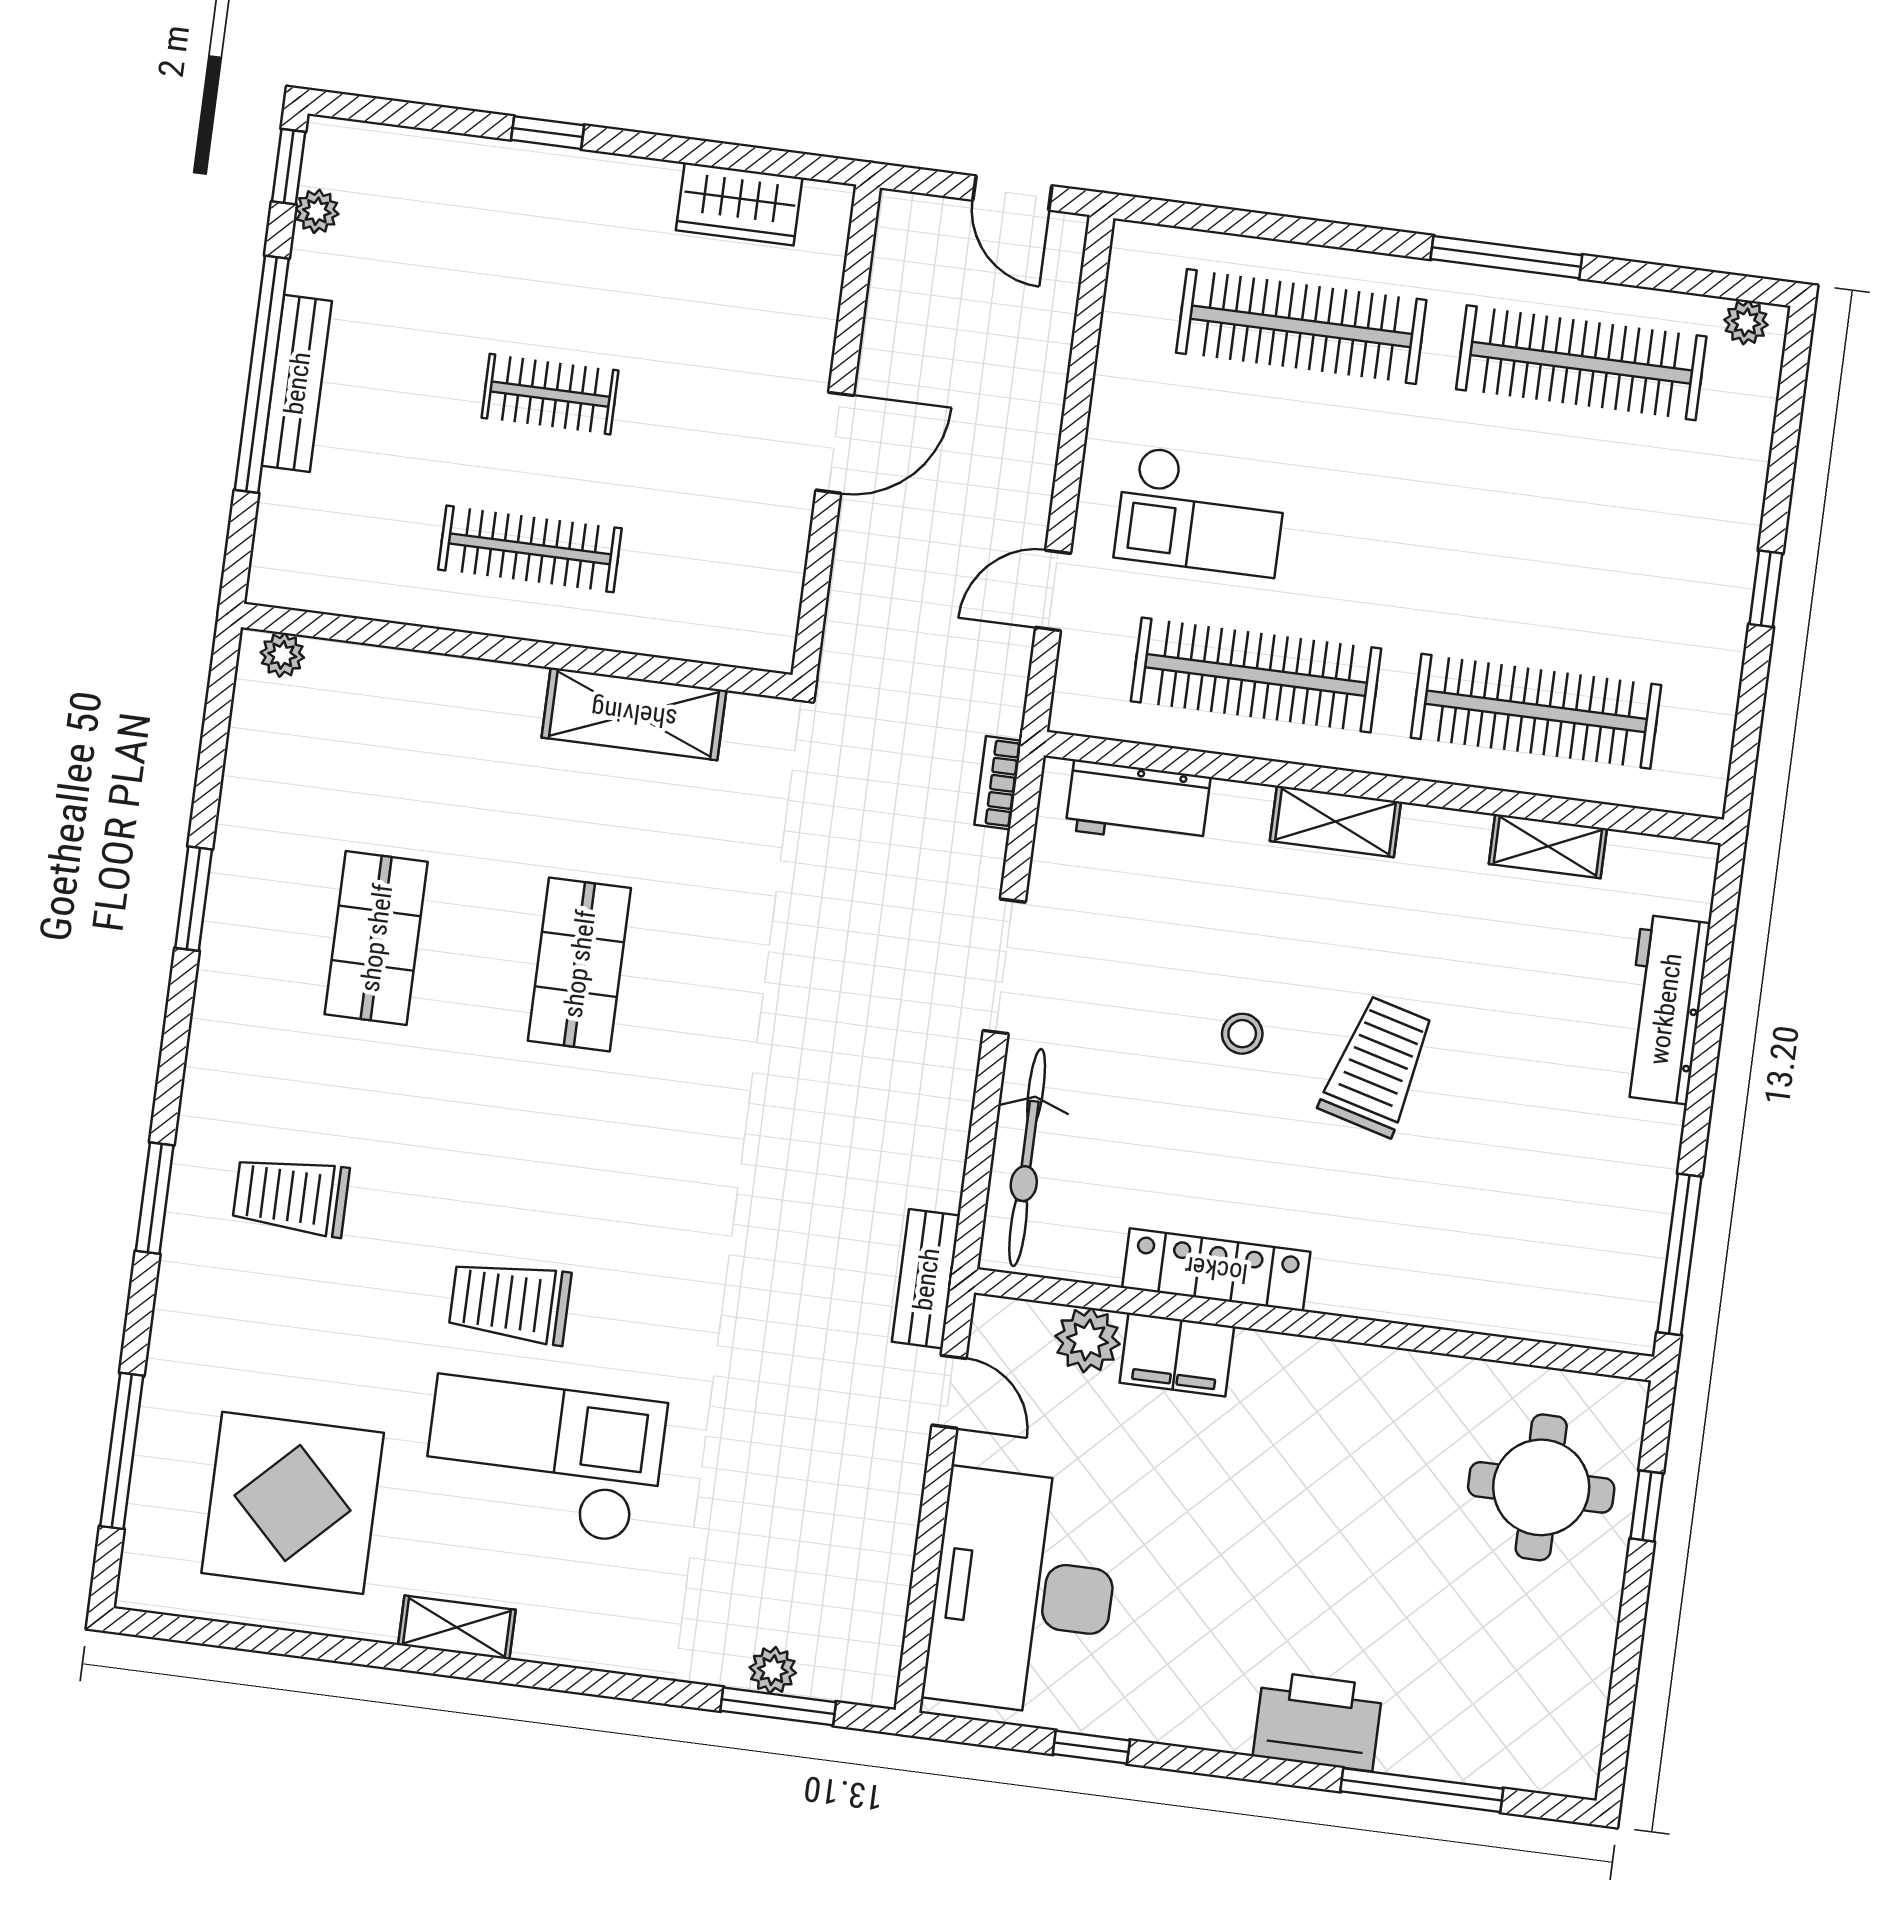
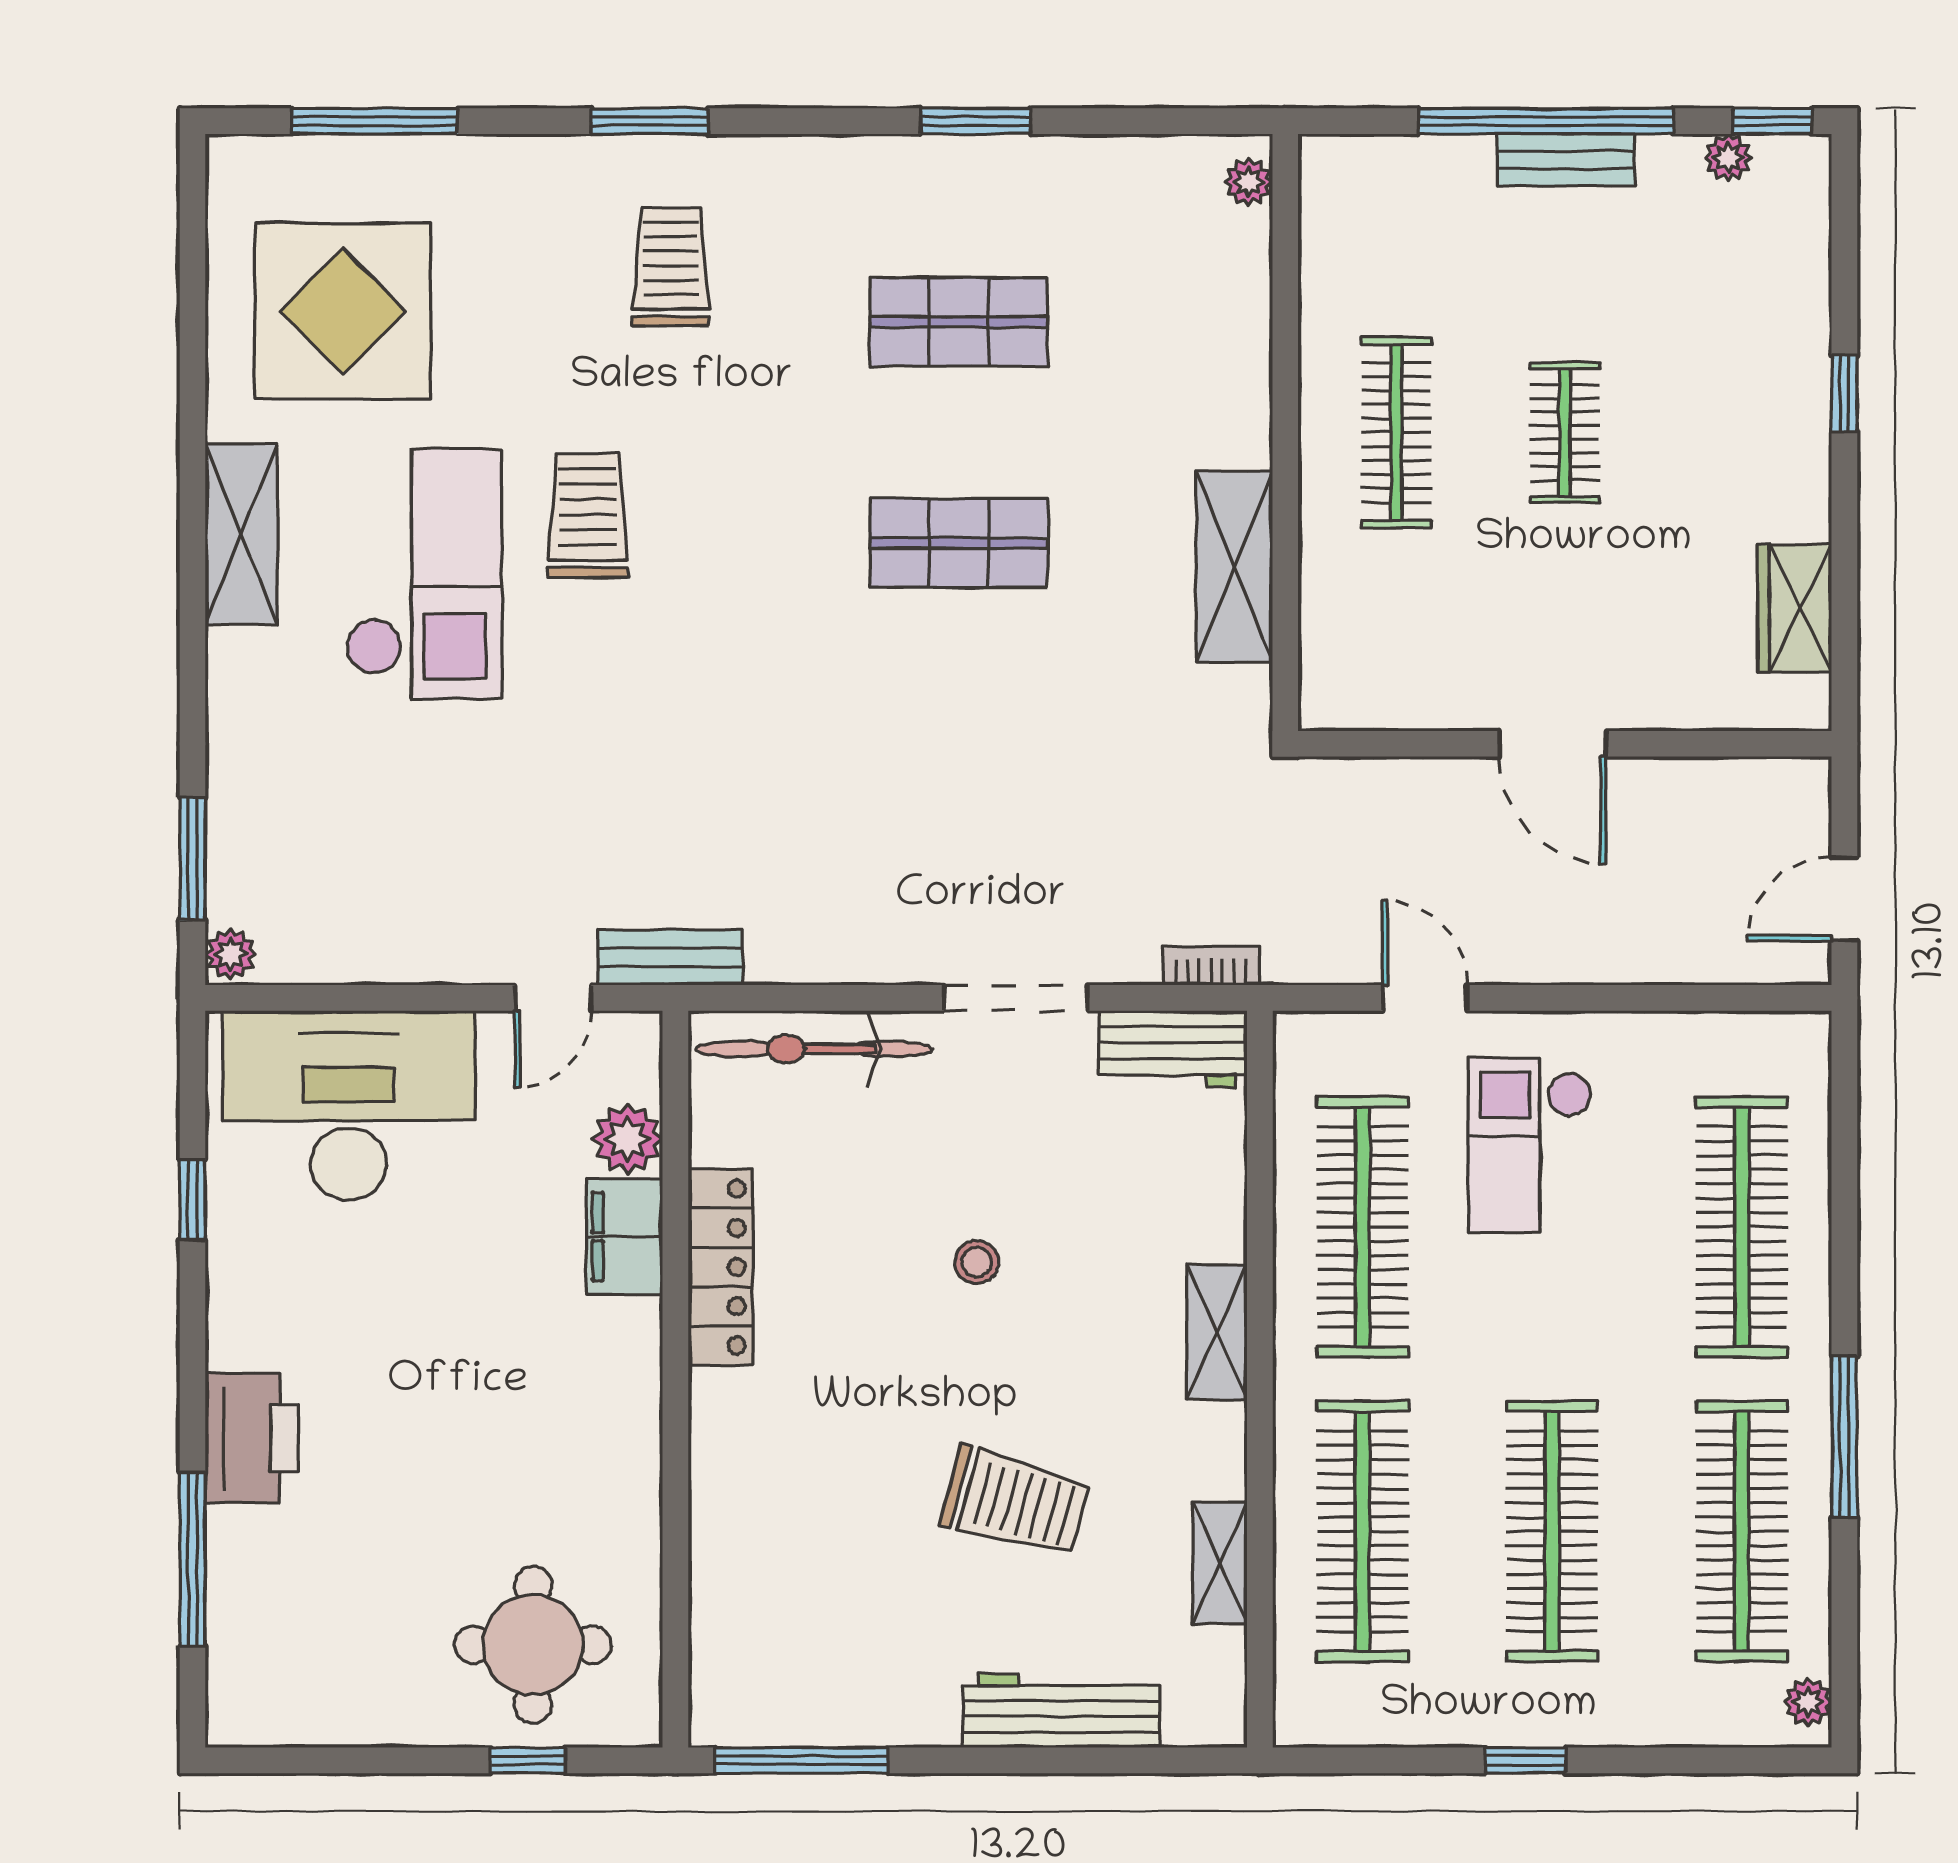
bench: (297, 383) -> (1566, 160), width x0.73
clothes rail: (1559, 537) -> (1552, 1531), added
workbench: (1138, 803) -> (1173, 1049), moved, turned -90
trolley: (1378, 1066) -> (1015, 1502), moved
shelving: (457, 1627) -> (241, 534), width x1.50, depth x1.33
plant: (773, 1670) -> (231, 954), moved

